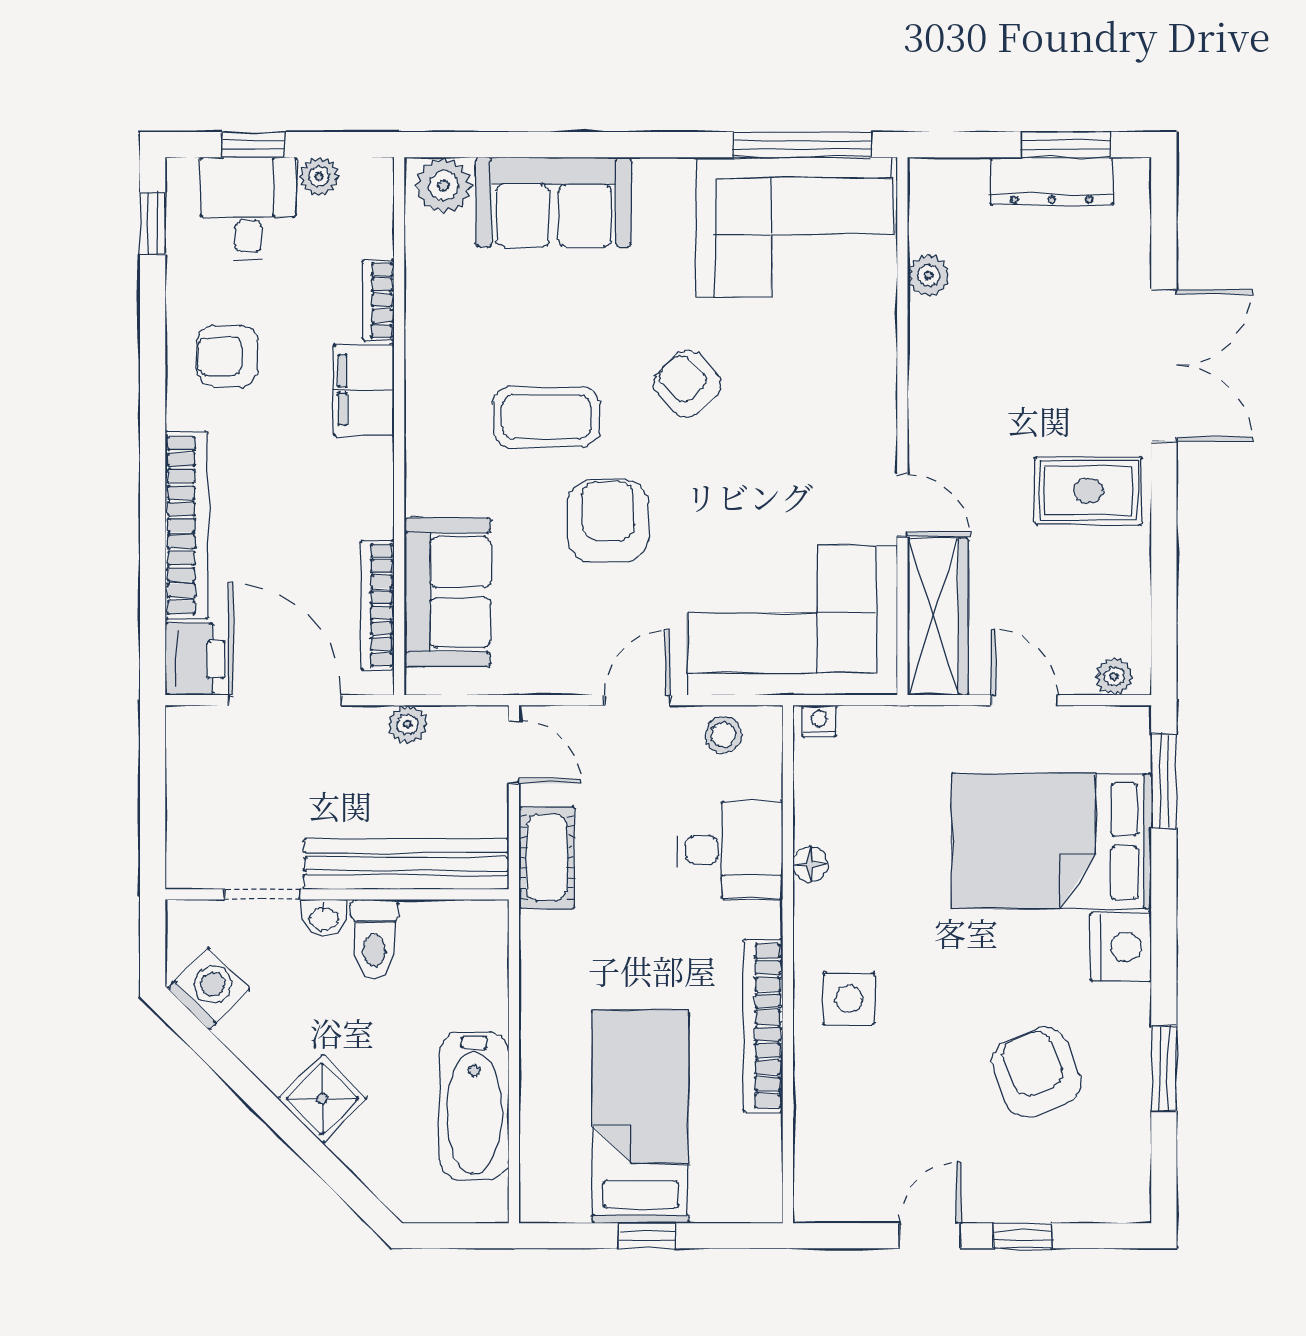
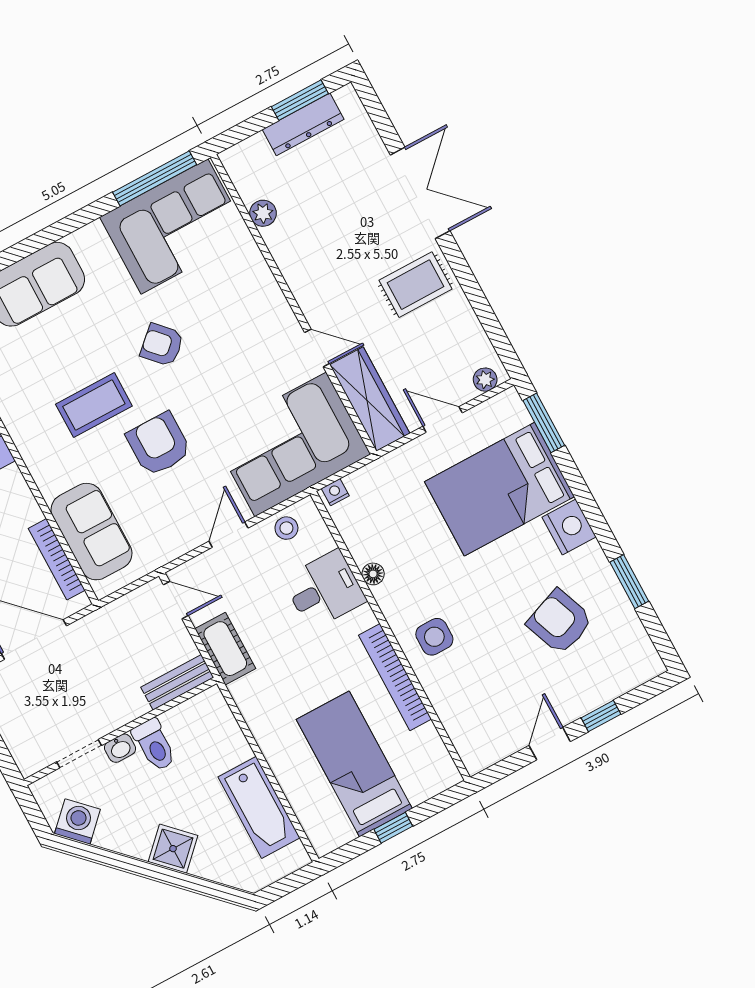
plant: (408, 724) -> (109, 616), removed
bench: (406, 864) -> (177, 682), width x0.54, depth x0.82

